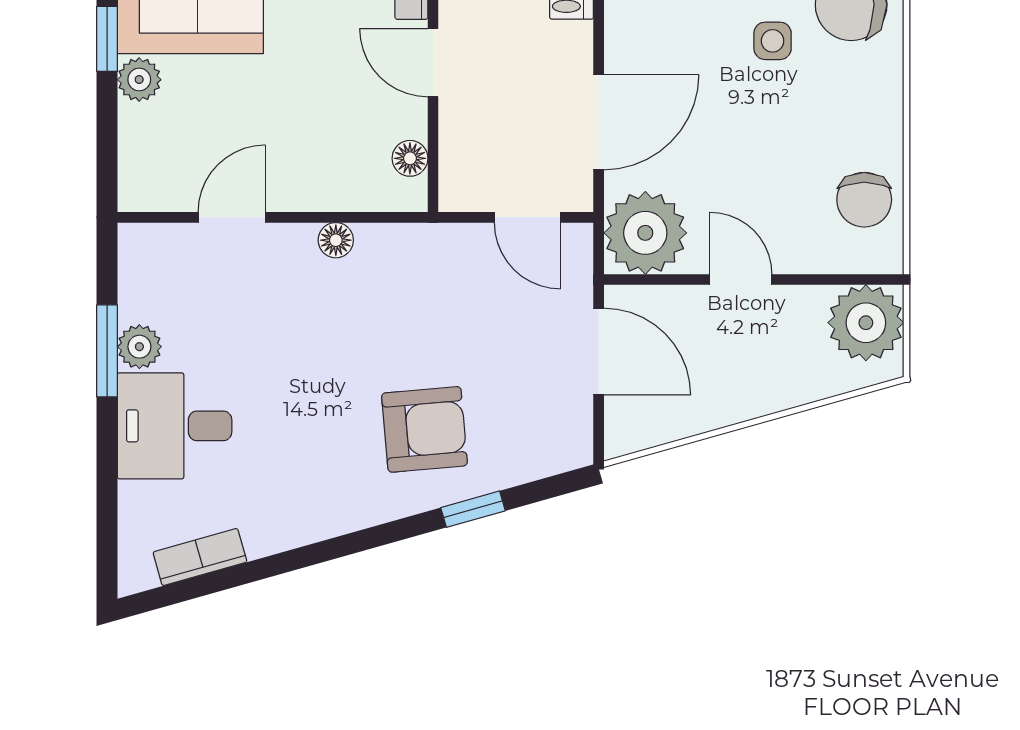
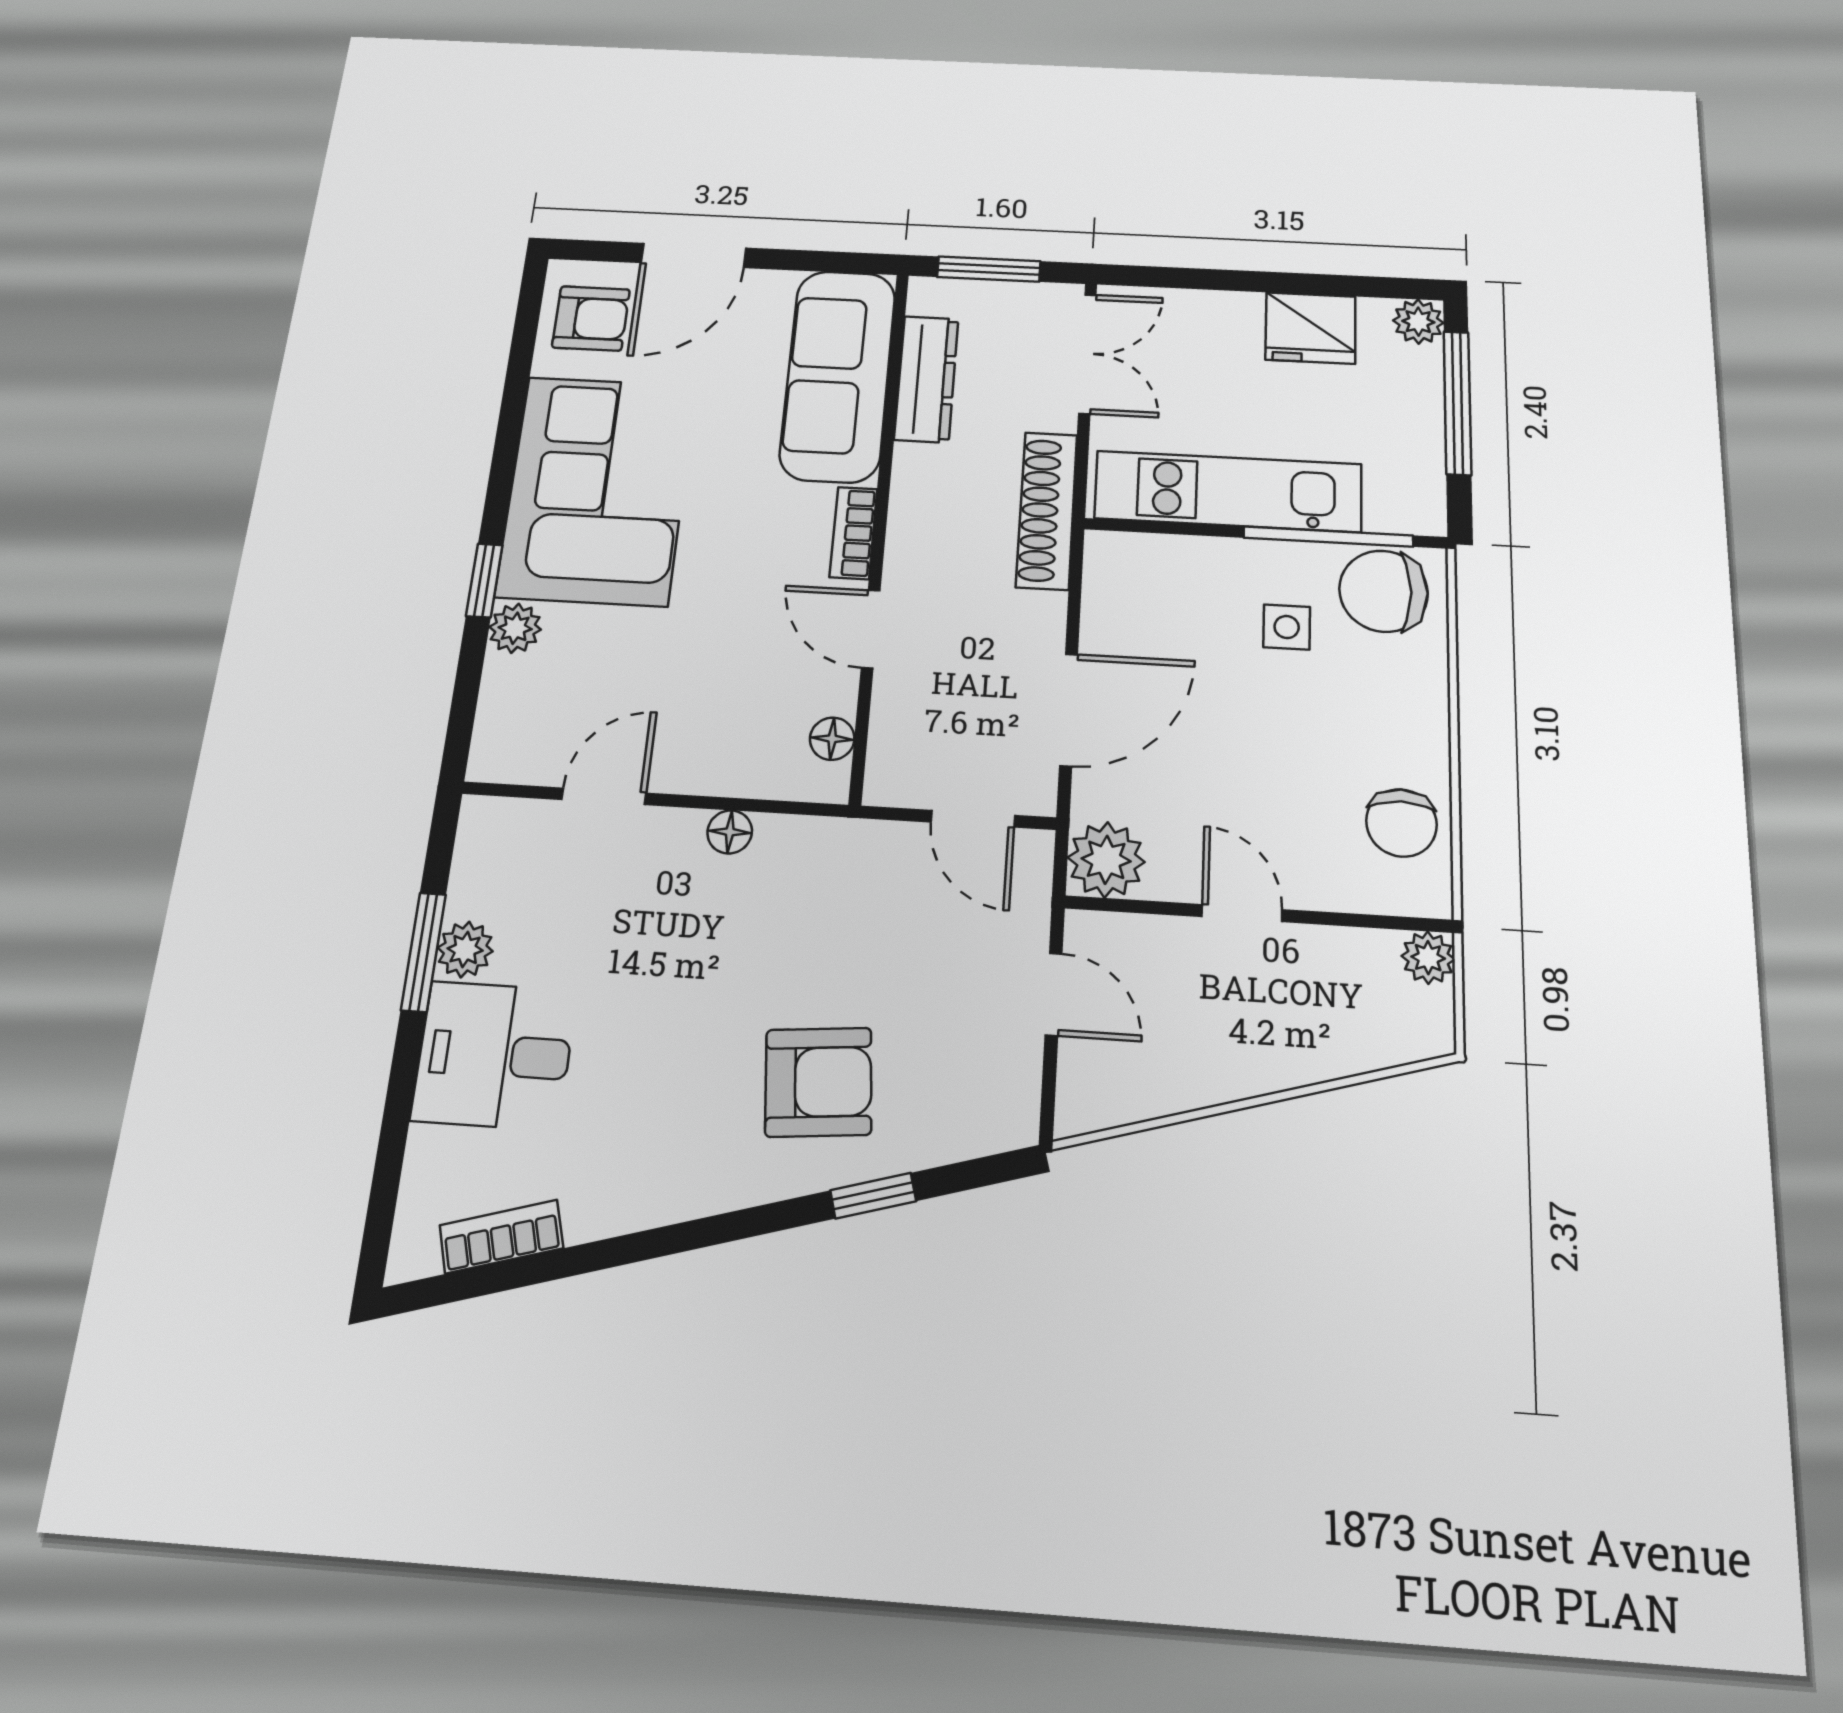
plant: (645, 233) -> (1106, 860), width x0.73, depth x0.73
plant: (866, 323) -> (1428, 958), width x0.53, depth x0.53
door: (599, 352) -> (1054, 994), width x0.73

